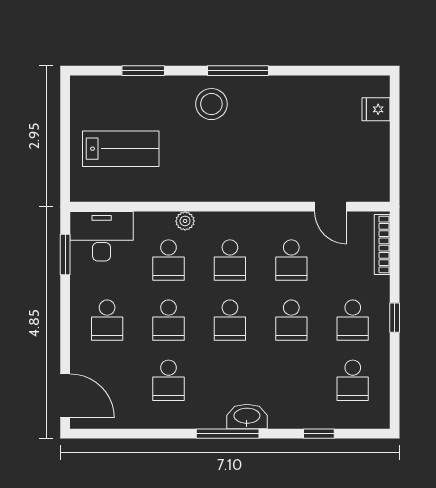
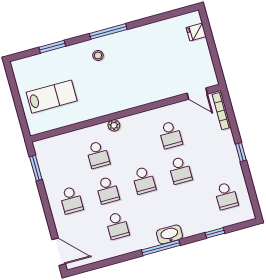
stool: (211, 104) -> (98, 55), width x0.53, depth x0.53
door: (331, 207) -> (197, 94), moved
plant: (185, 221) -> (114, 125), moved
desk: (102, 236) -> (54, 151), removed
school desk: (230, 260) -> (134, 145), removed
school desk: (353, 320) -> (216, 160), removed

